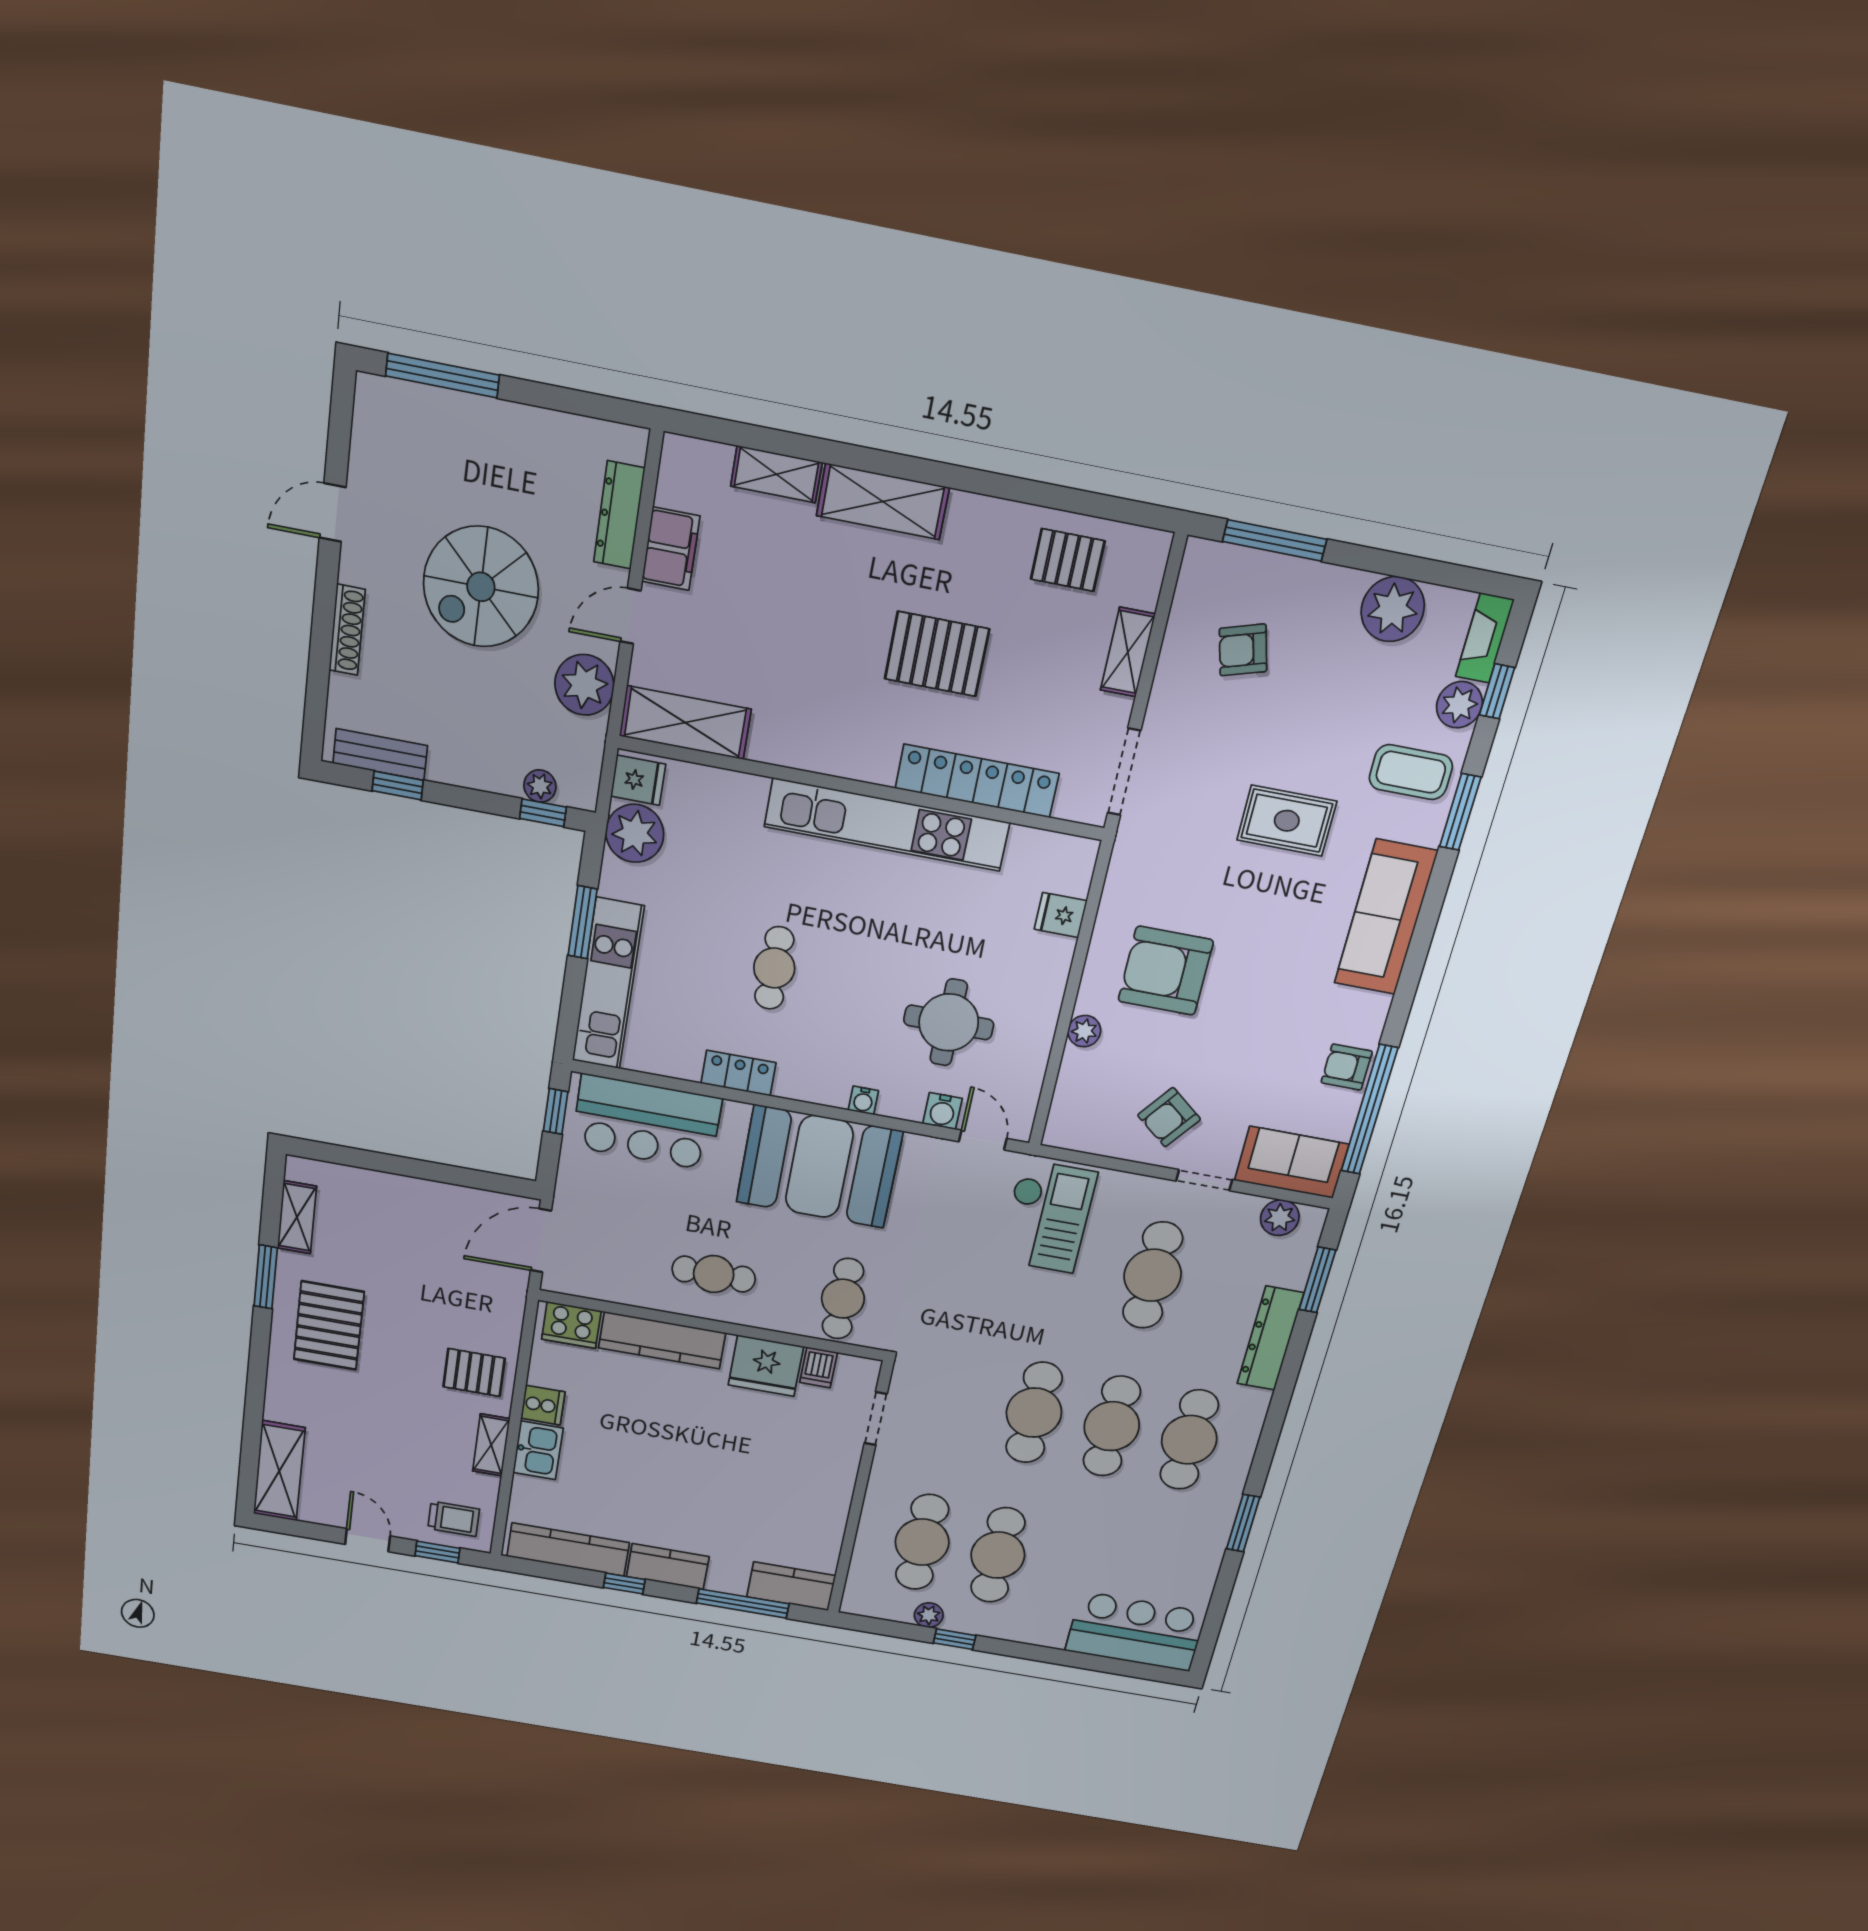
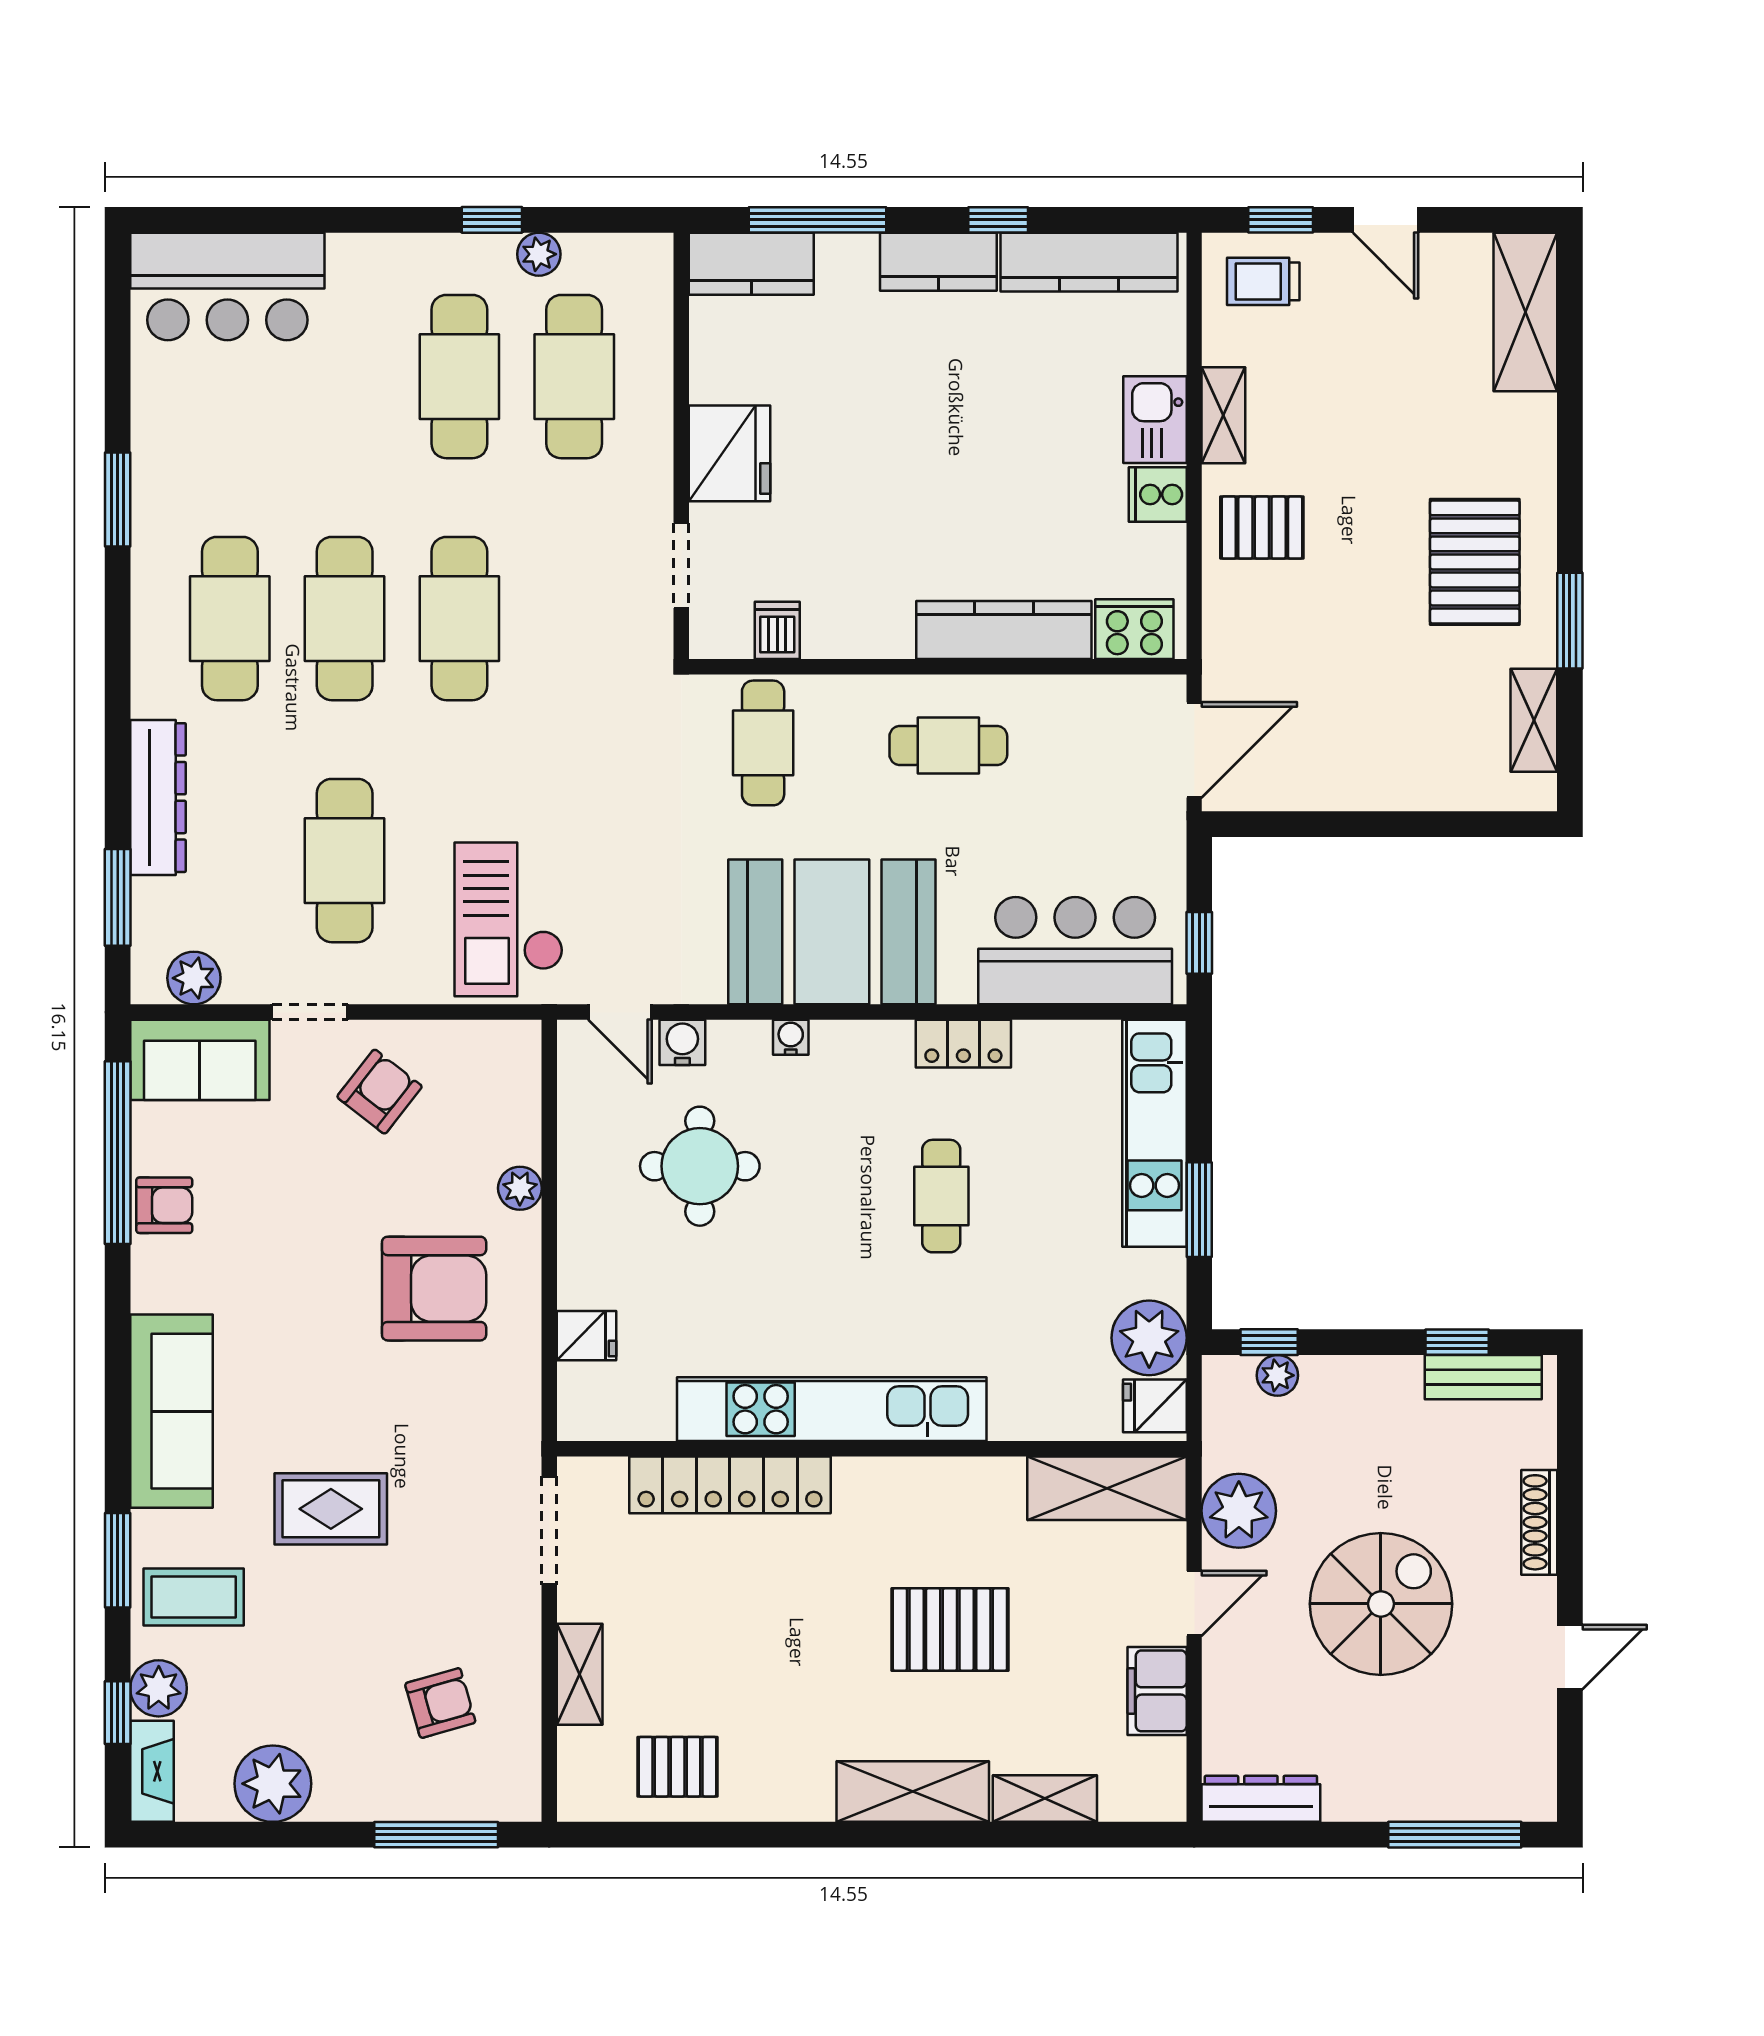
dresser: (619, 515) -> (1261, 1799), moved, turned -90
pallet: (937, 654) -> (950, 1629), moved
fridge: (766, 1366) -> (730, 453), moved, turned 90

